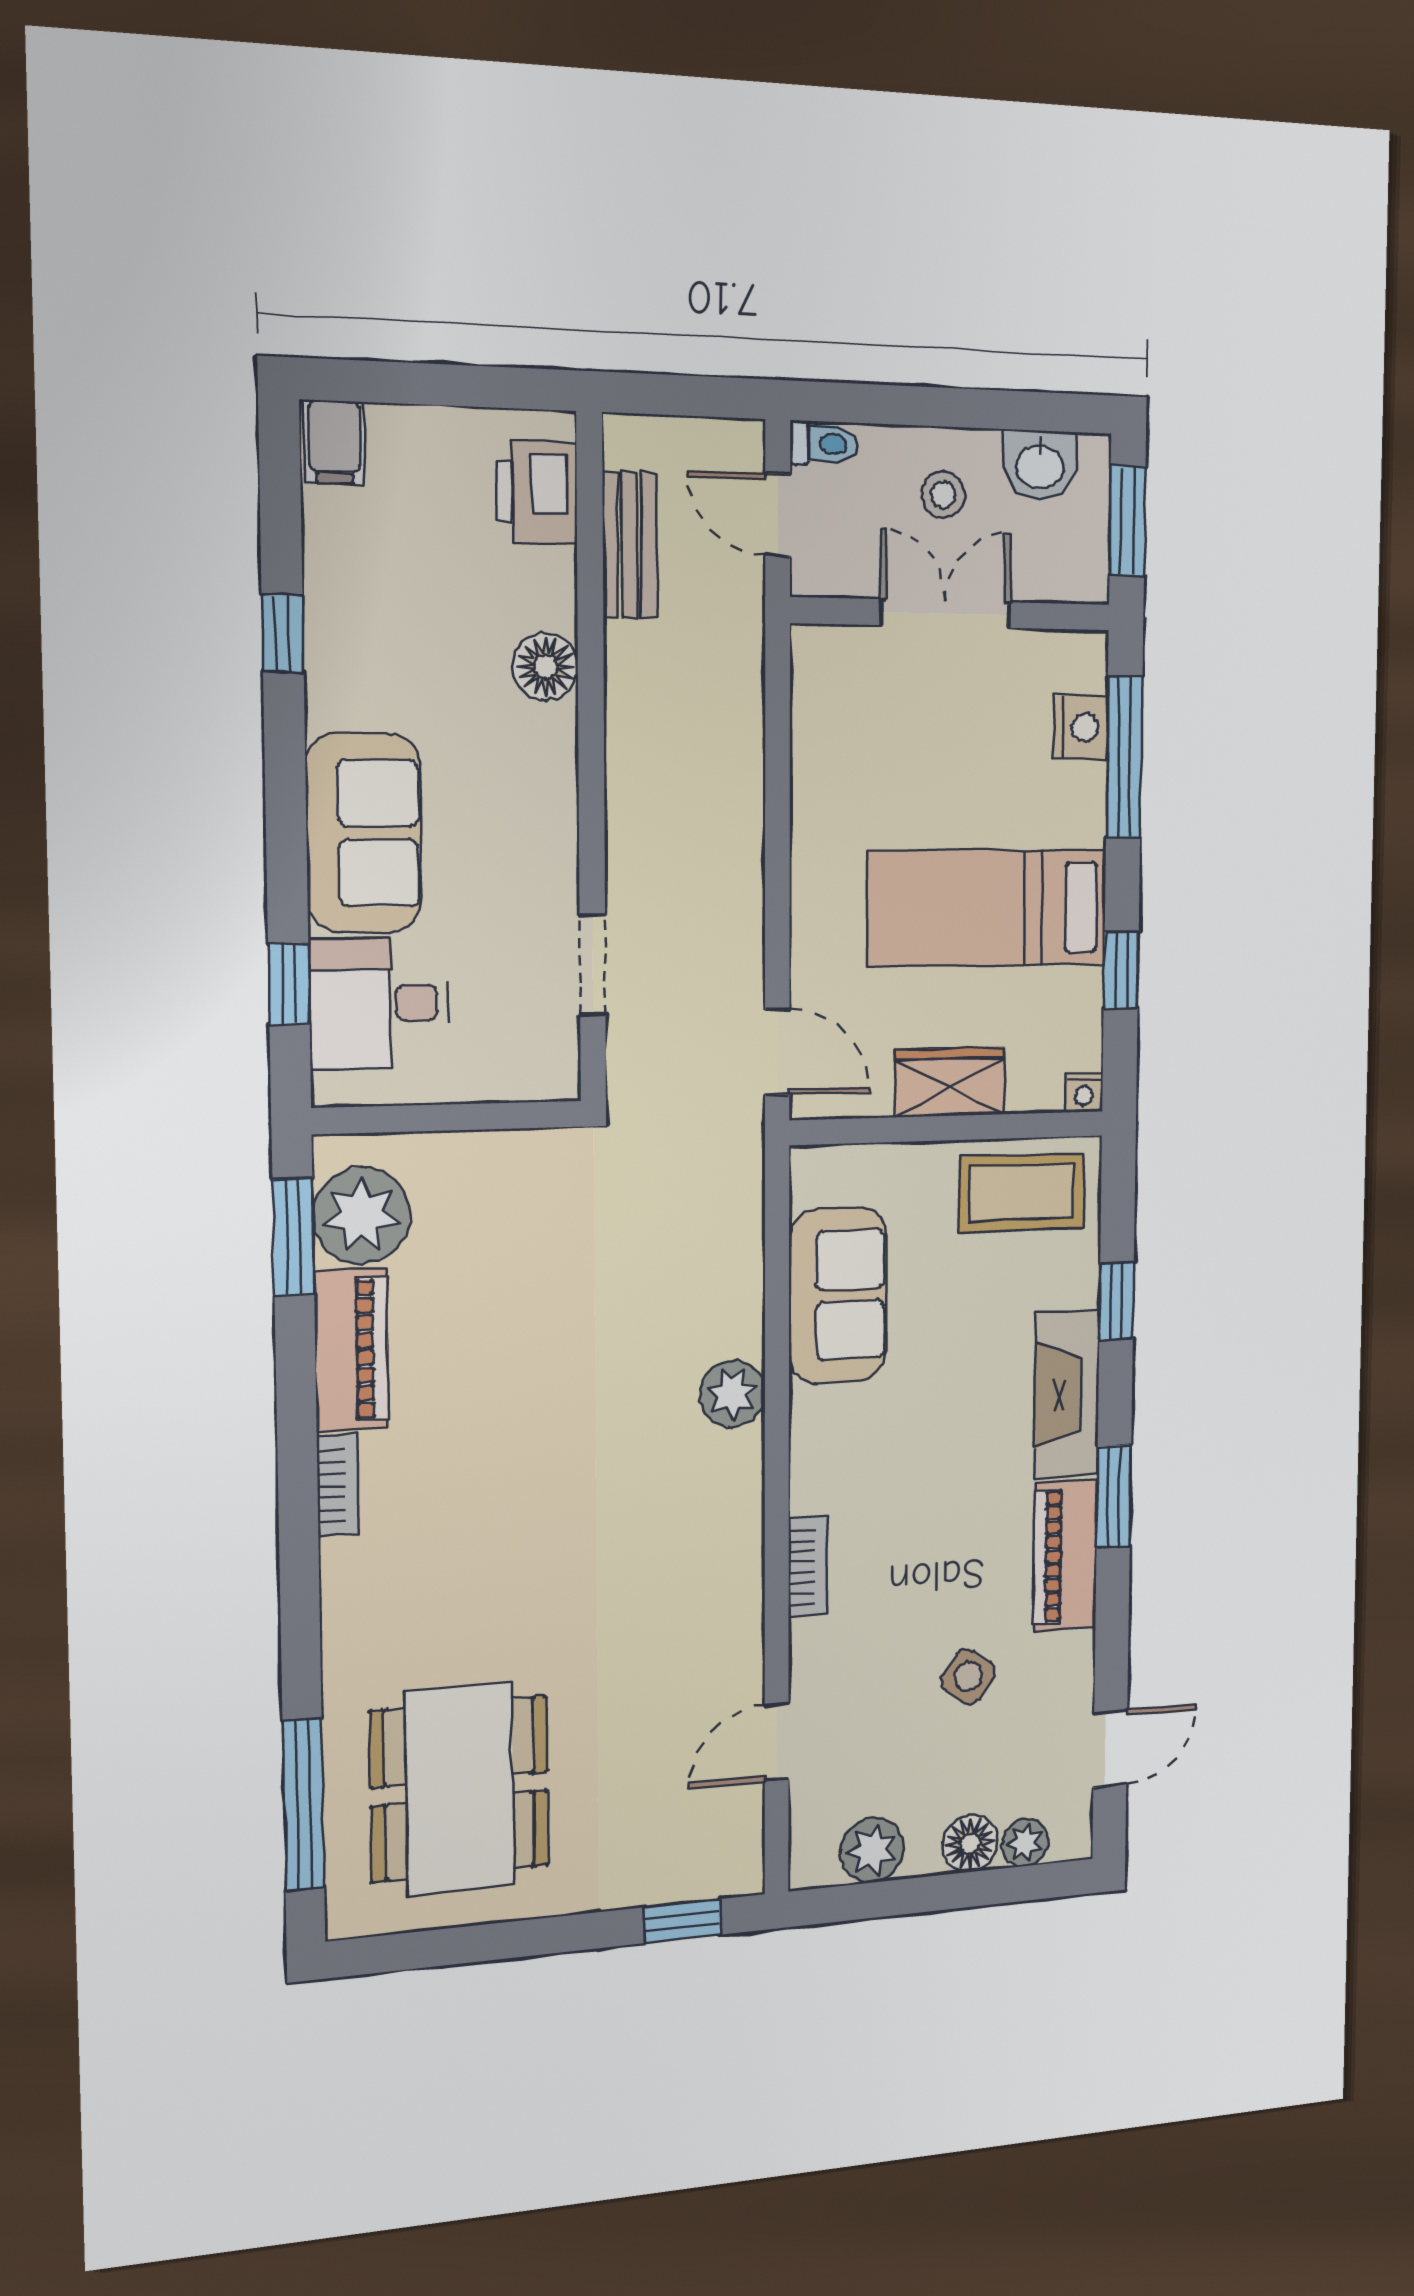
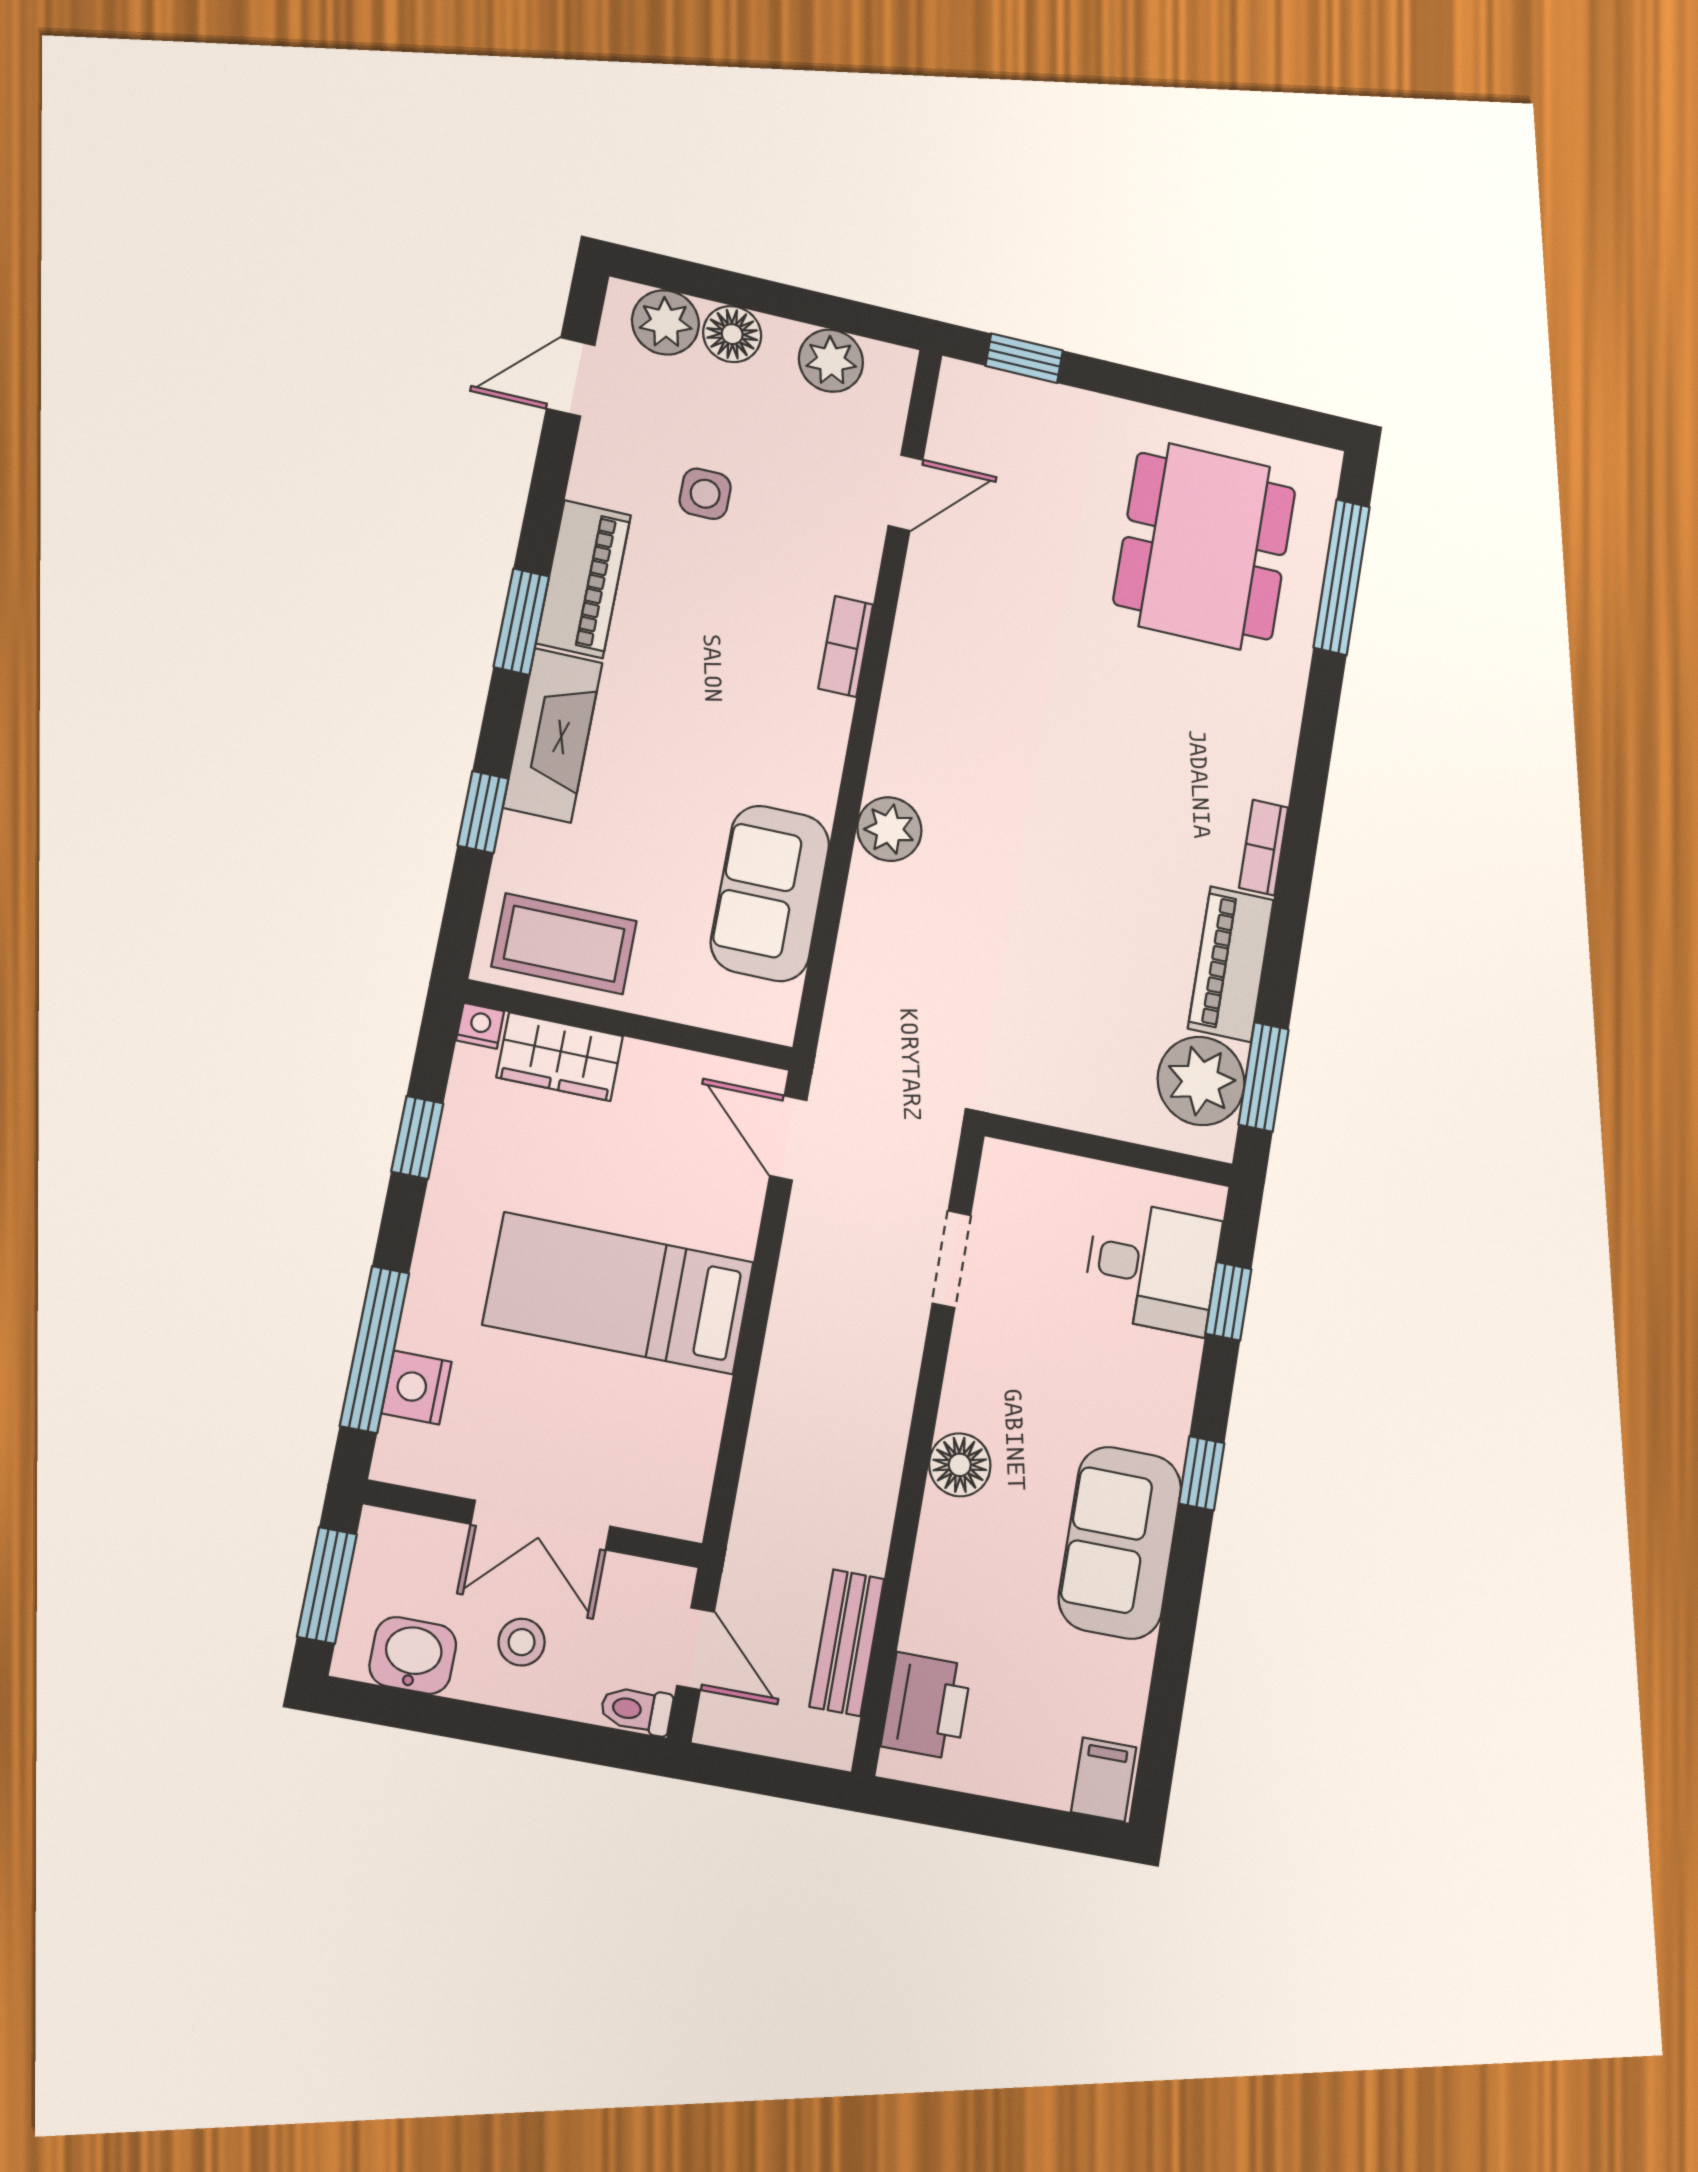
window: (283, 633) -> (1202, 1473), moved
floor lamp: (546, 667) -> (960, 1465), moved
sofa: (364, 833) -> (1120, 1543), moved
bed: (987, 908) -> (619, 1293), moved, turned 180
wardrobe: (950, 1082) -> (560, 1057), moved
side table: (968, 1676) -> (705, 494), turned -38
plant: (1025, 1842) -> (665, 322), width x1.38, depth x1.38

